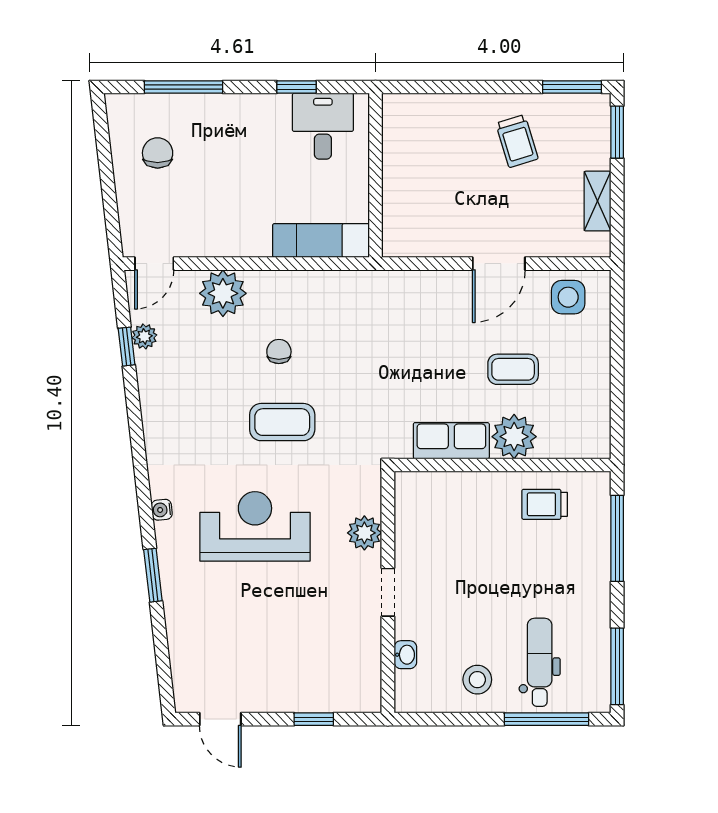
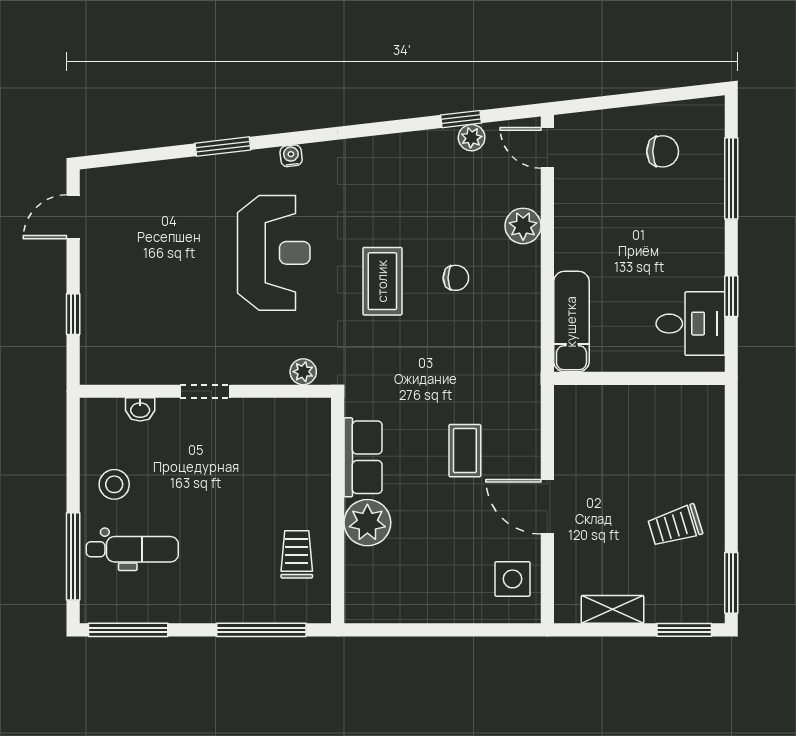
plant: (223, 293) -> (523, 226), width x0.73, depth x0.73
coffee table: (513, 369) -> (465, 451), moved
plant: (364, 533) -> (303, 372), moved, width x0.73, depth x0.73

